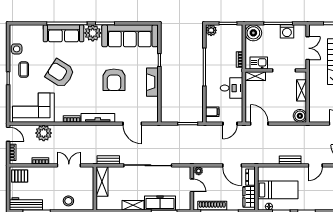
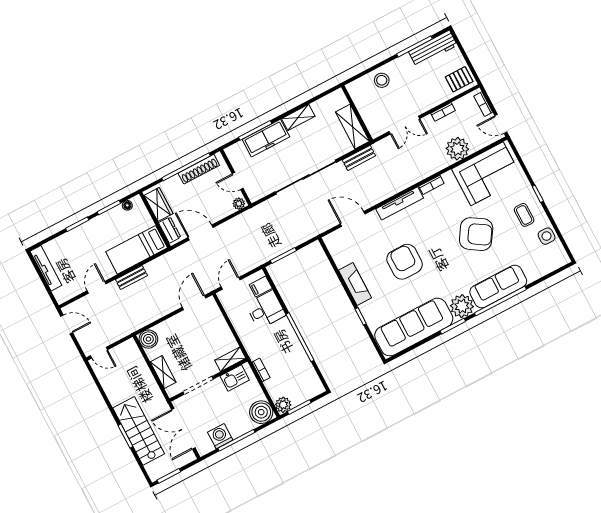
plant: (211, 30) -> (283, 405), moved
double door: (308, 48) -> (183, 429), width x1.37
desk: (232, 88) -> (266, 310), moved, turned 180
door: (259, 124) -> (194, 303), swing flipped
bed: (278, 190) -> (137, 250), moved

